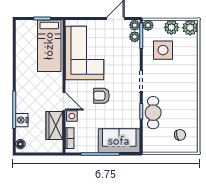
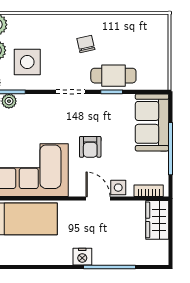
door: (64, 101) -> (98, 198), hinge flipped
nightstand: (22, 120) -> (82, 257), moved
wardrobe: (54, 125) -> (157, 220), moved, turned 90
chair: (180, 135) -> (86, 44), moved
floor lamp: (20, 144) -> (157, 259), removed

